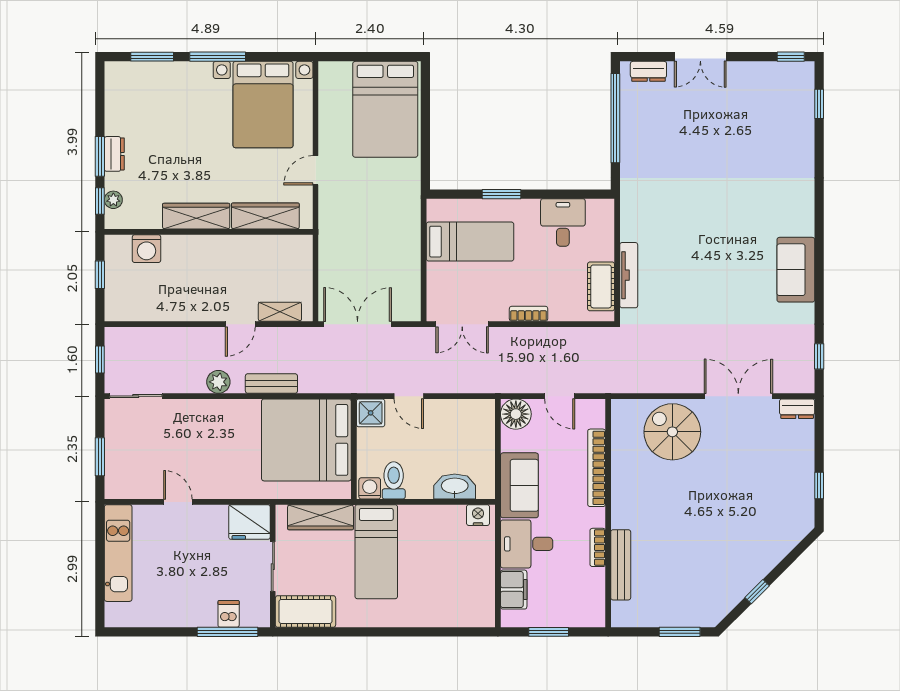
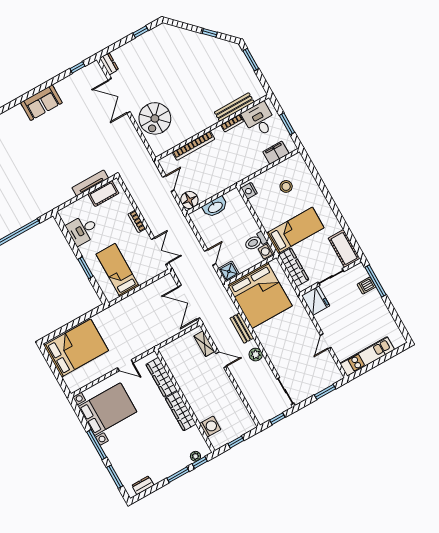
dresser: (114, 154) -> (143, 485), moved
sofa: (519, 485) -> (223, 179), removed
washbasin: (455, 487) -> (215, 207), moved, turned -90
desk: (527, 544) -> (259, 120), moved, turned 180
stool: (452, 576) -> (286, 186), added

